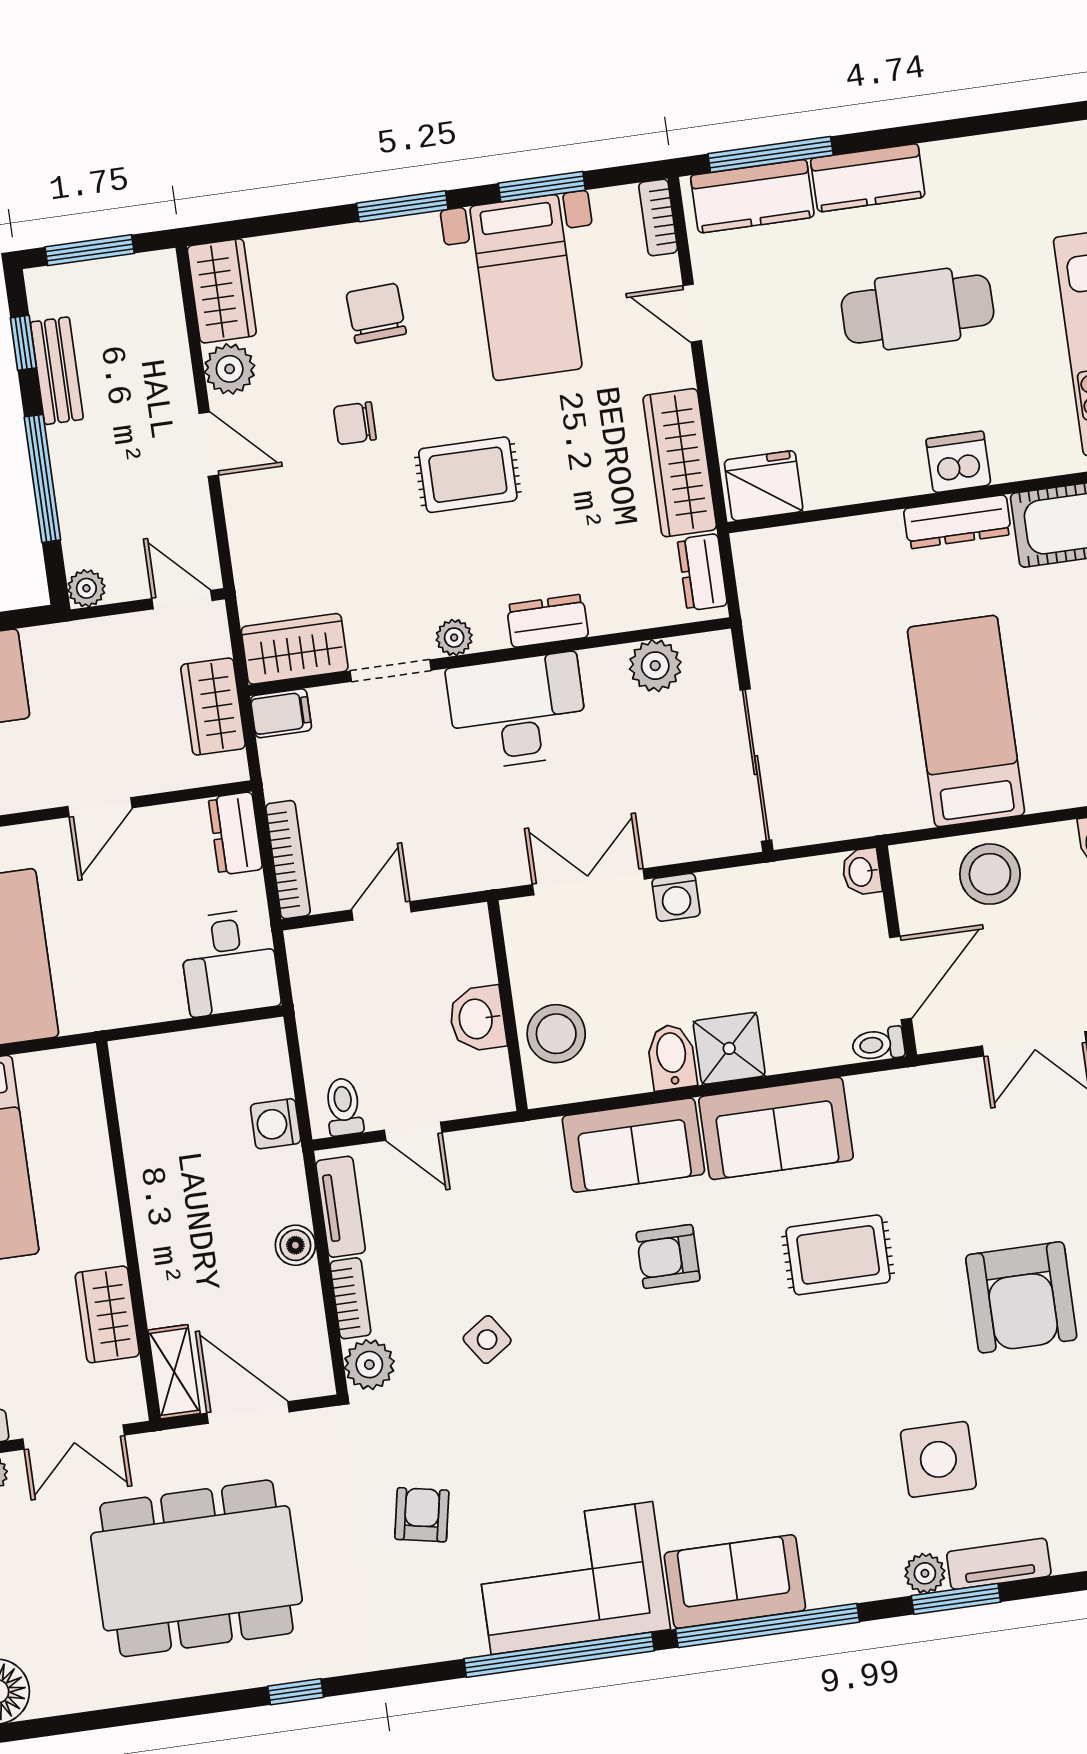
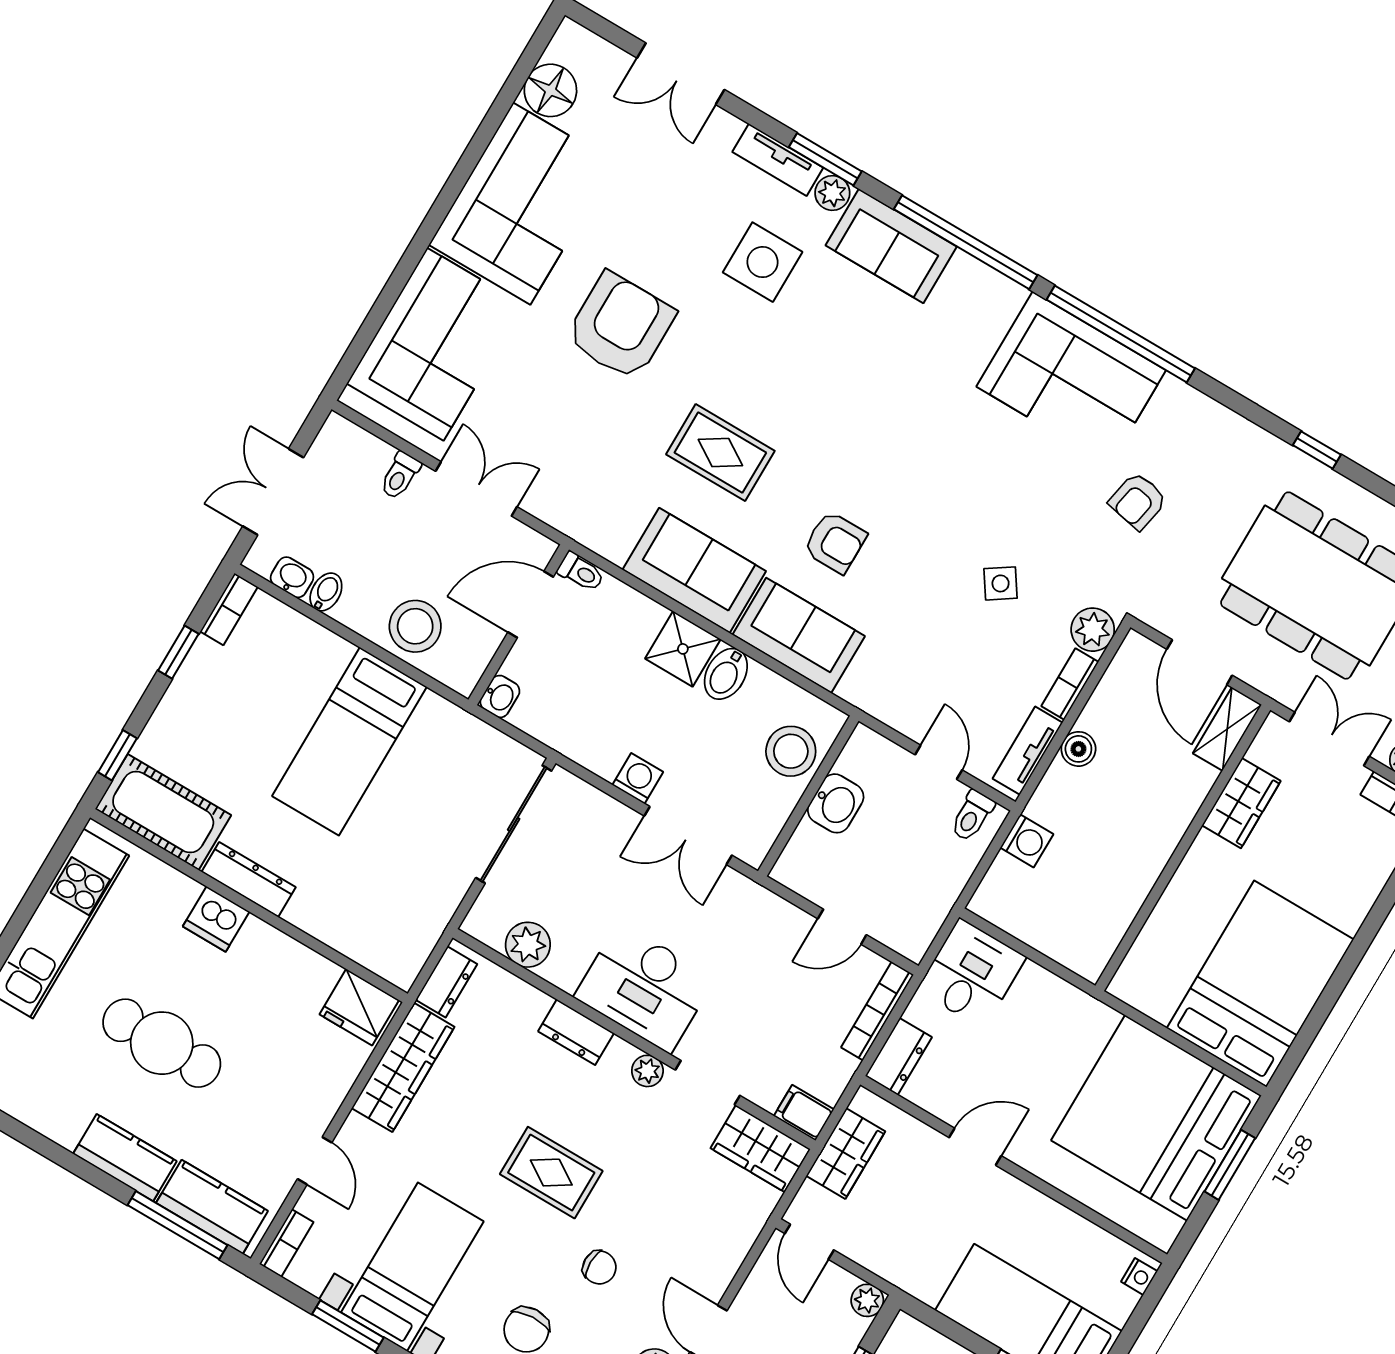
sofa: (735, 1582) -> (891, 246), moved

